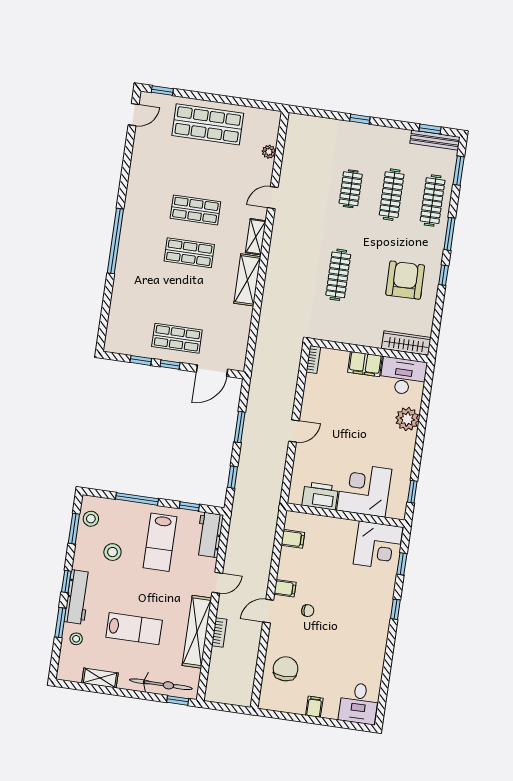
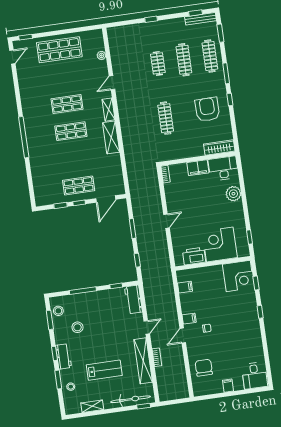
lab bench: (160, 542) -> (105, 313), removed
workbench: (78, 597) -> (64, 356), width x0.73

